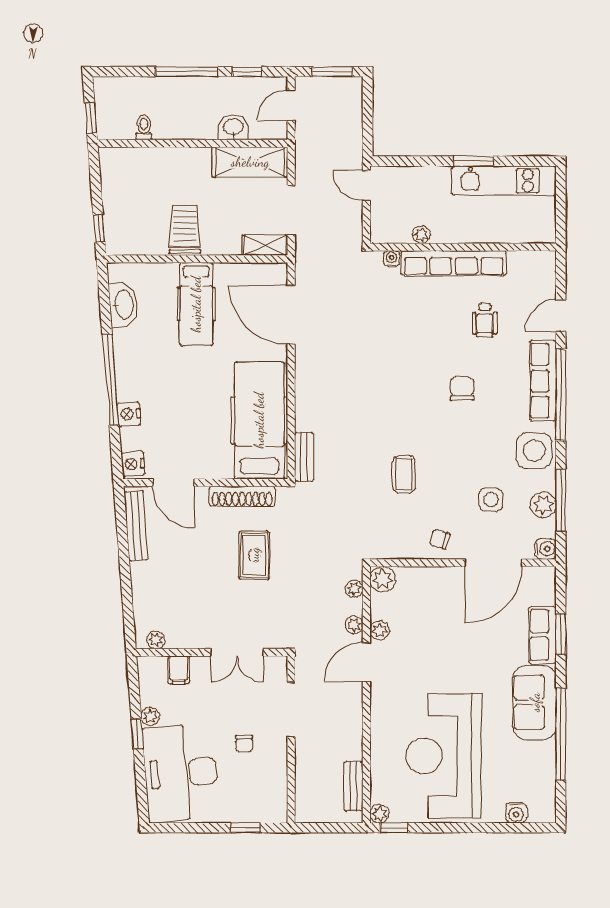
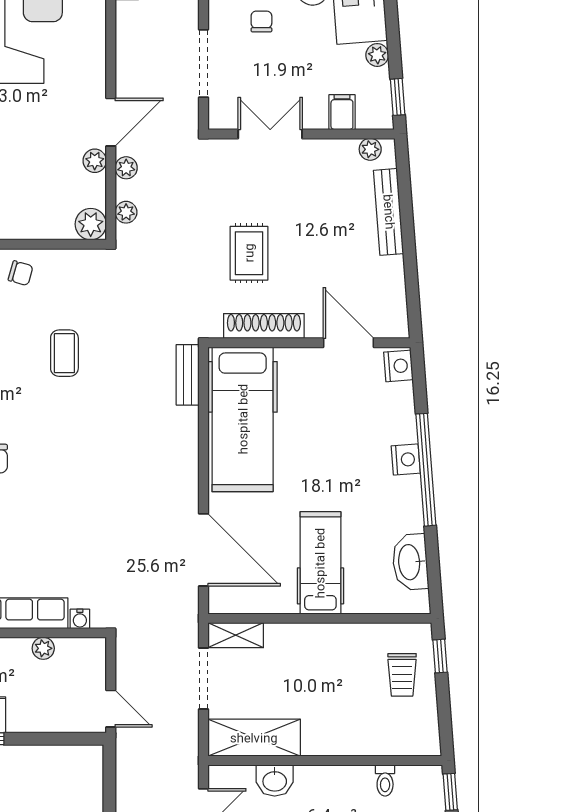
trolley: (185, 229) -> (402, 675), moved, width x0.73, depth x0.72
nightstand: (129, 414) -> (406, 459), moved
bench: (136, 526) -> (389, 212), moved
window: (137, 734) -> (398, 97), moved

